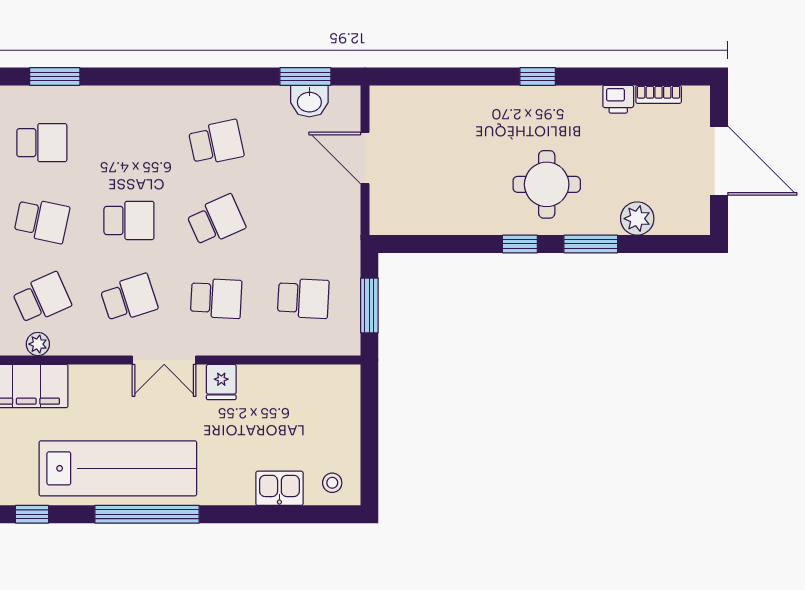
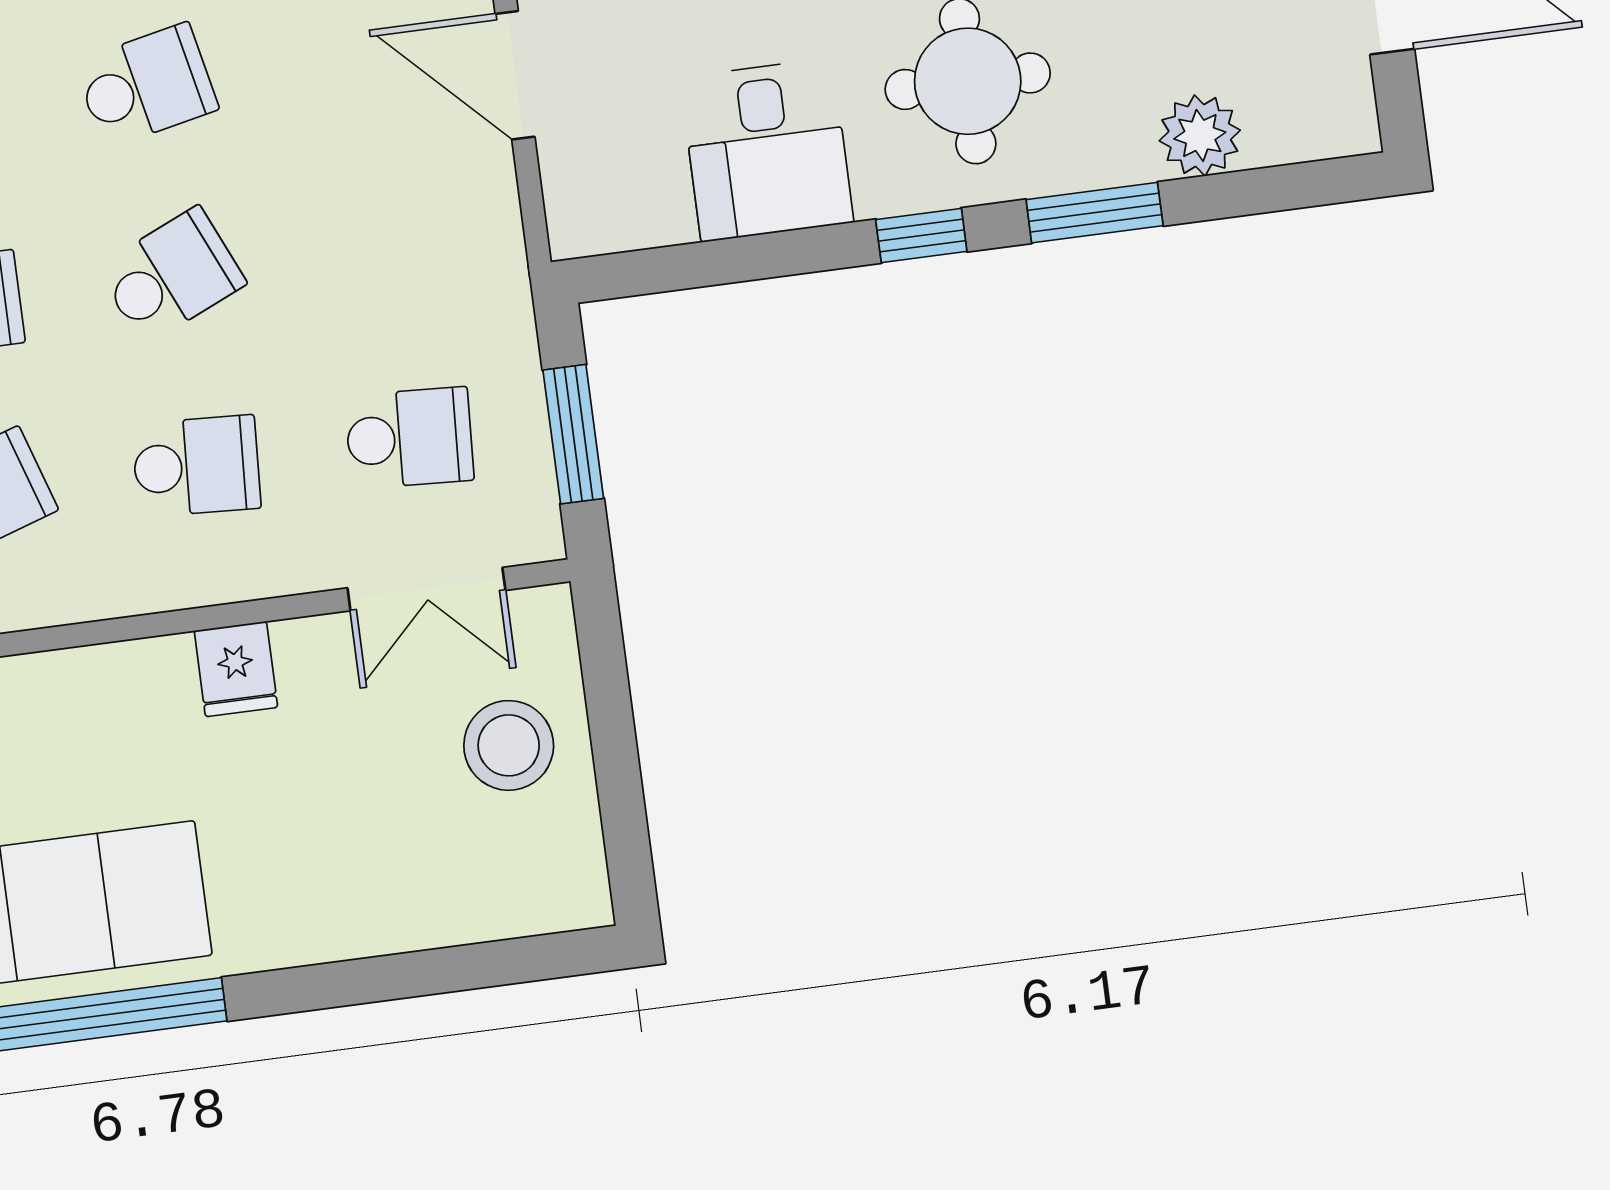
desk: (462, 201) -> (767, 150), added
double door: (164, 360) -> (426, 589), moved
stool: (332, 483) -> (509, 745), moved, width x1.89, depth x1.89
kitchen sink: (279, 488) -> (412, 910), removed

